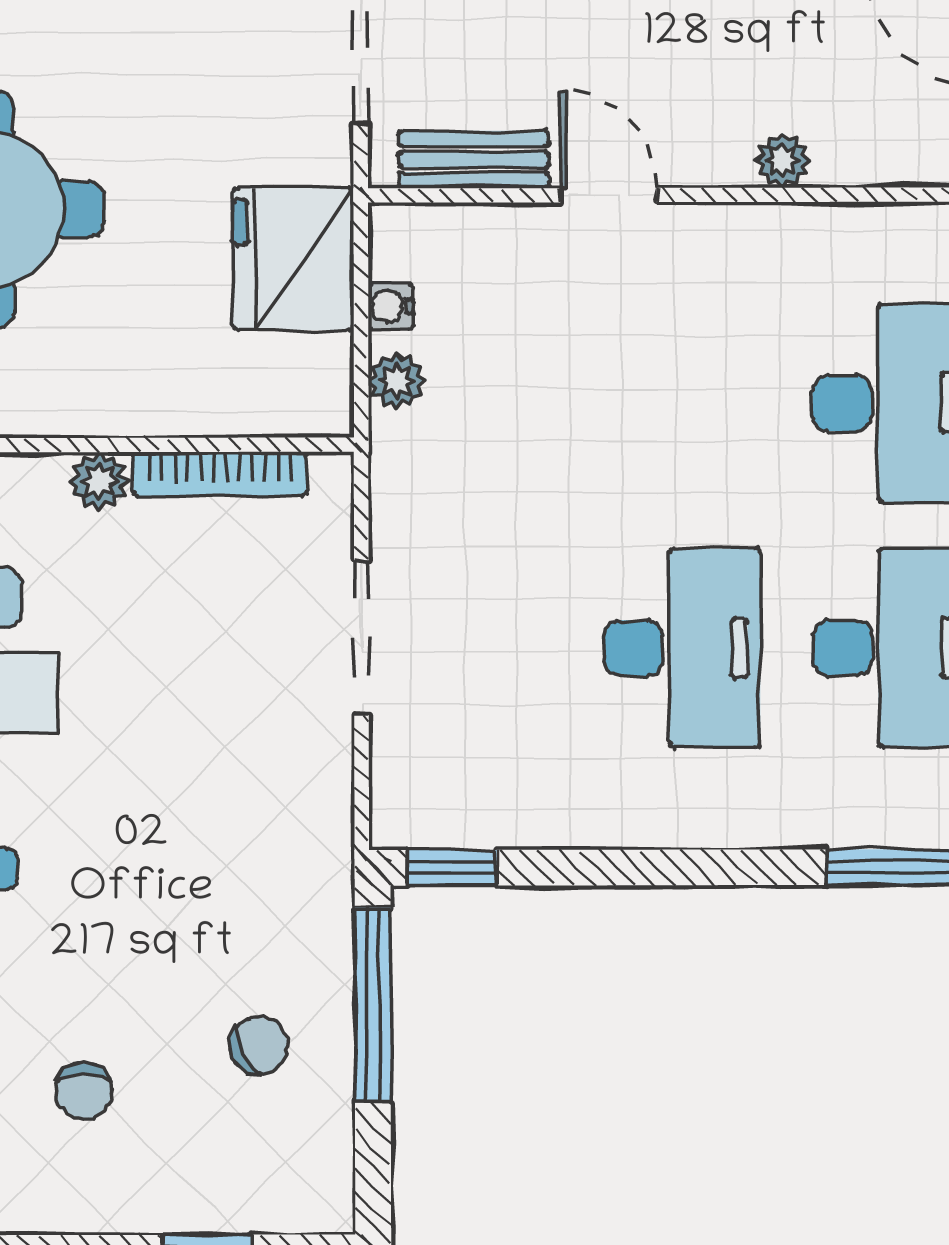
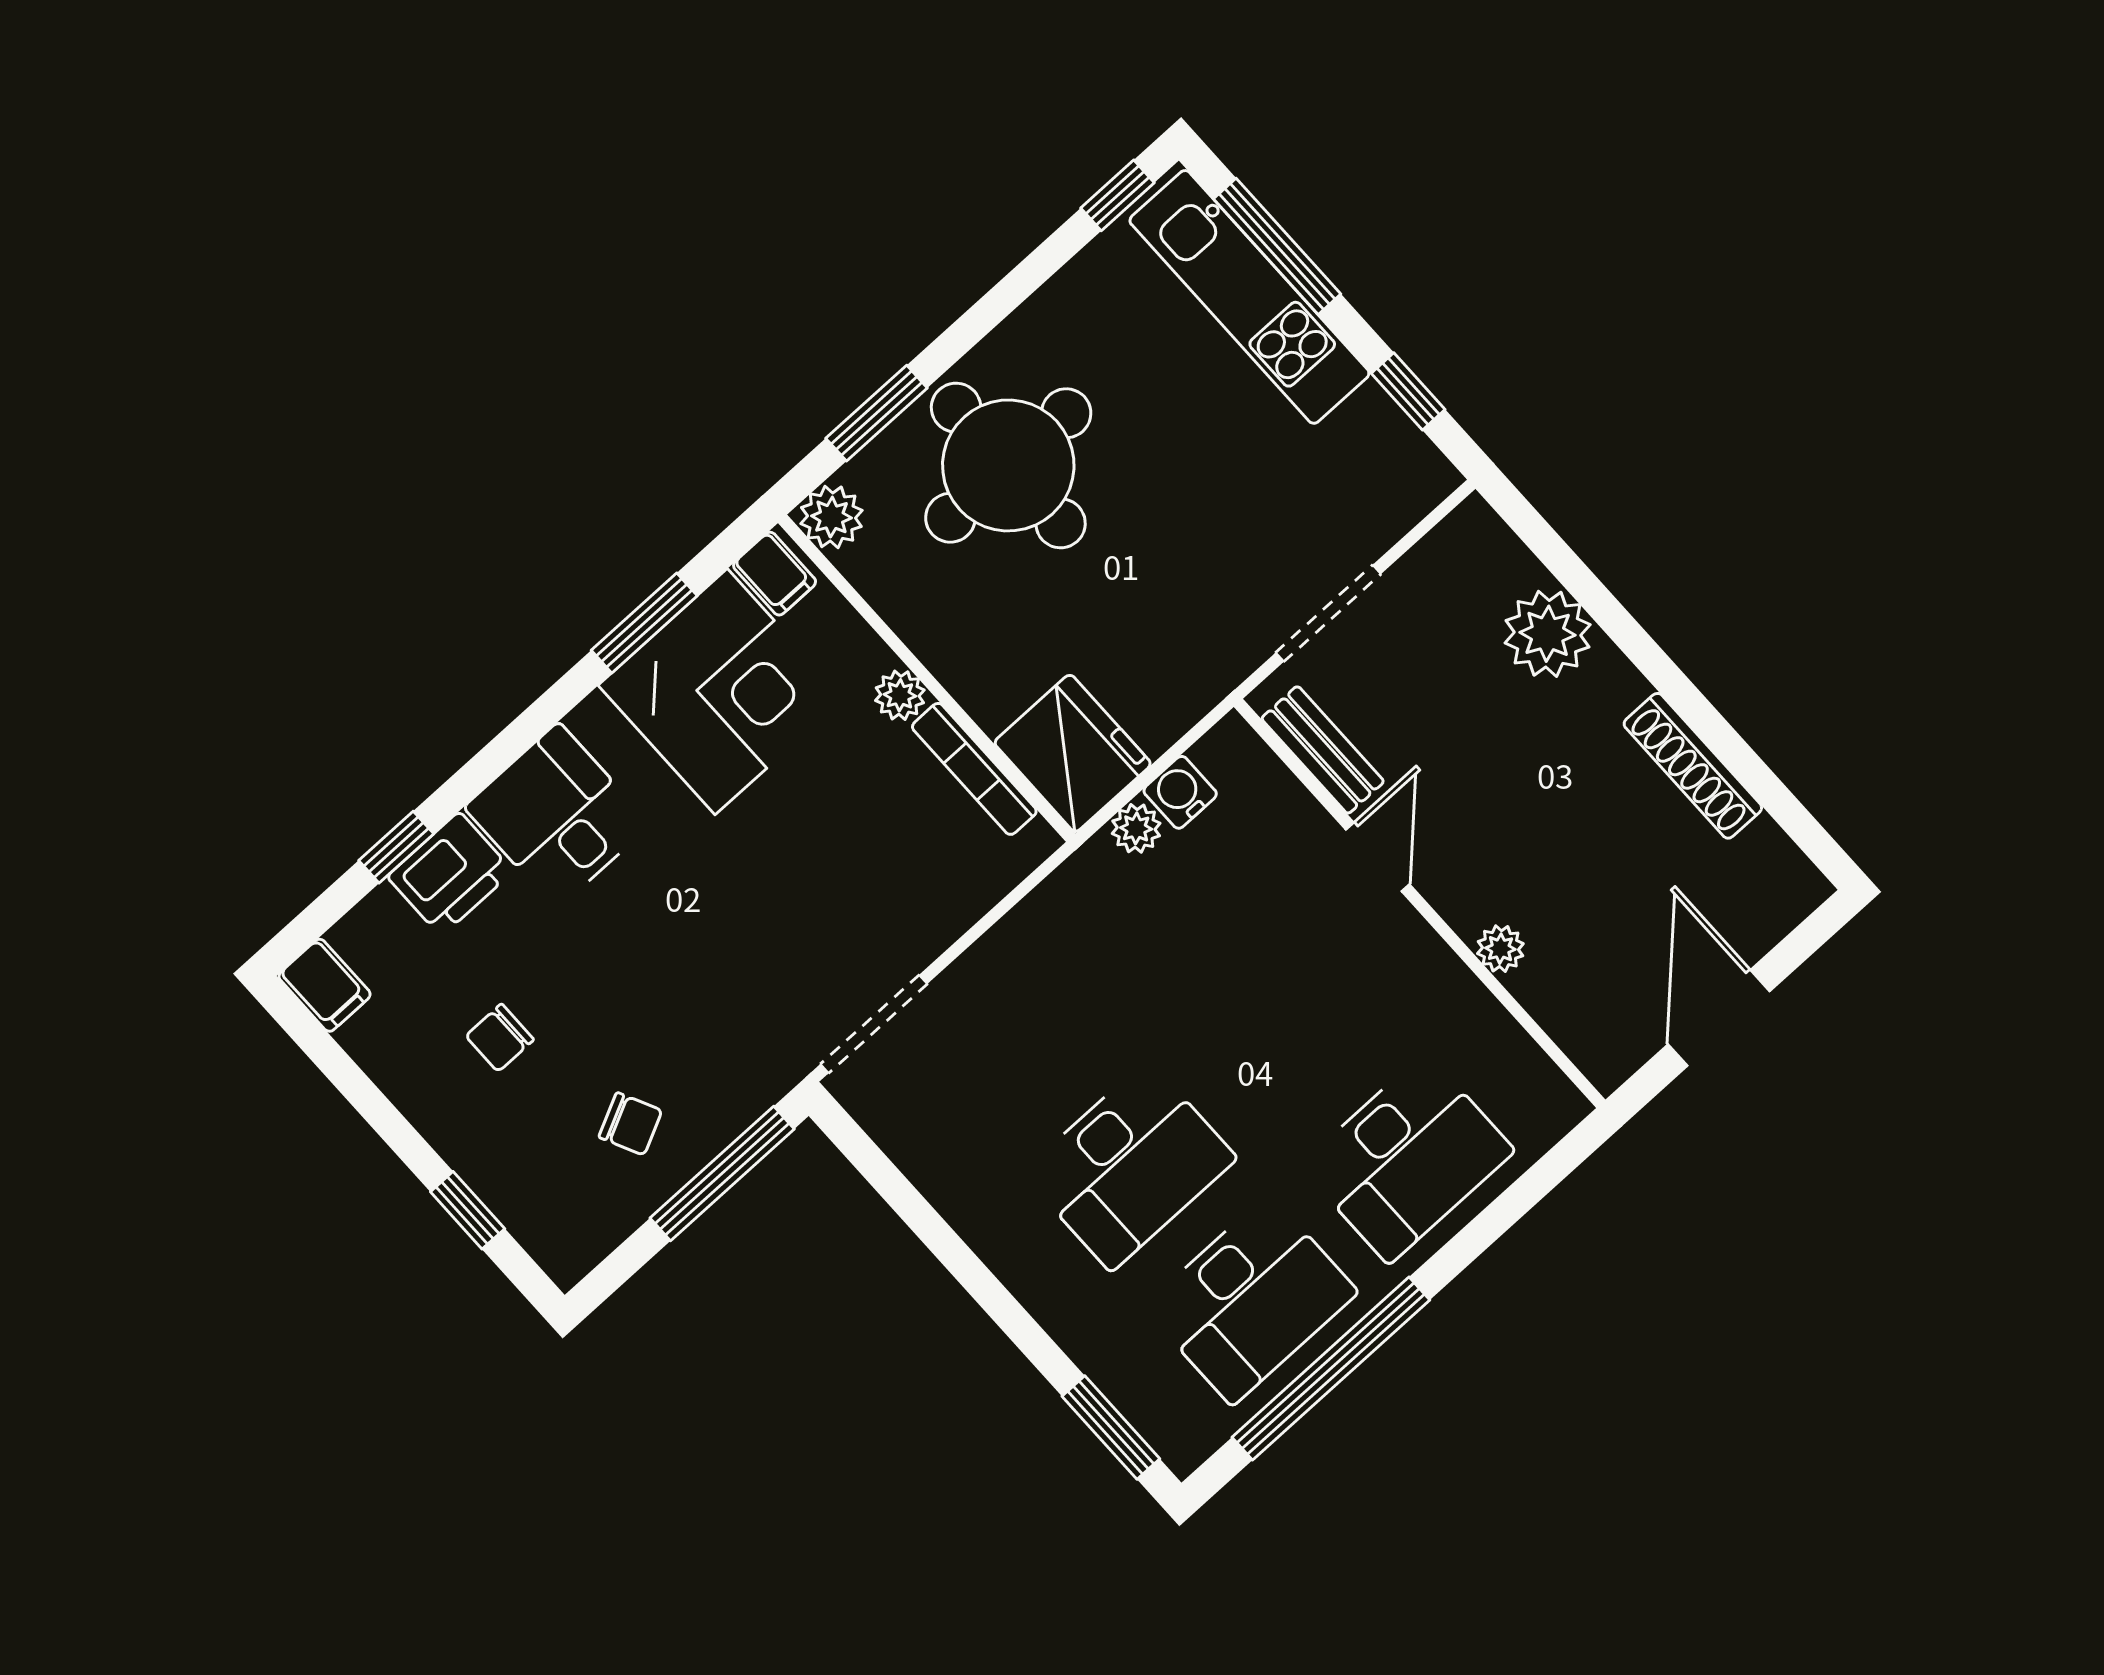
fridge: (293, 259) -> (1073, 753), moved, turned 90
water cooler: (391, 306) -> (1180, 792), width x1.38, depth x1.38
doorway: (361, 638) -> (874, 1024), moved
window: (452, 868) -> (856, 1145), removed

